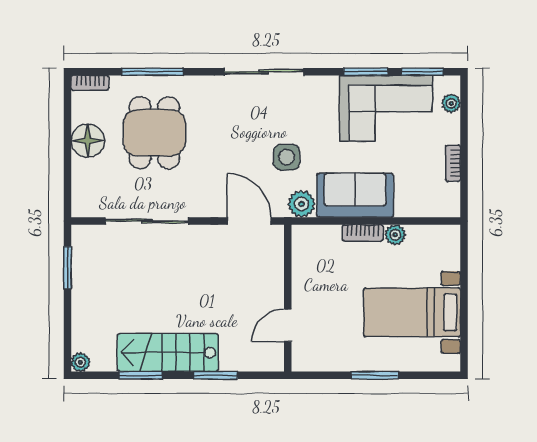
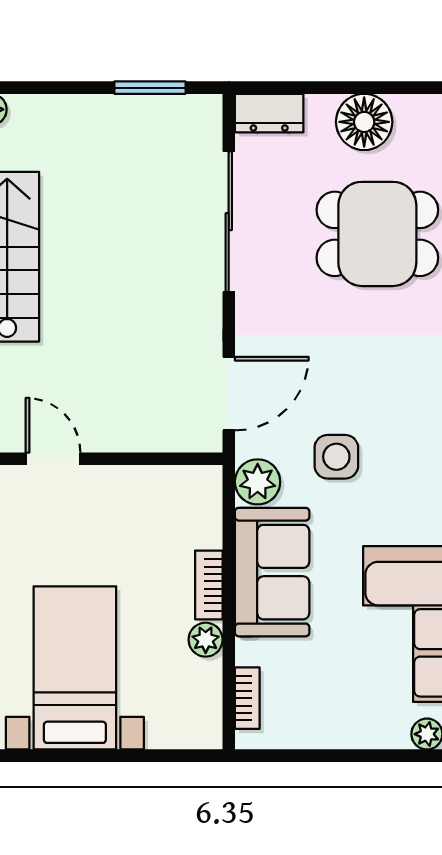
bookcase: (453, 163) -> (247, 698), moved, turned 90
dresser: (83, 197) -> (269, 113), added

